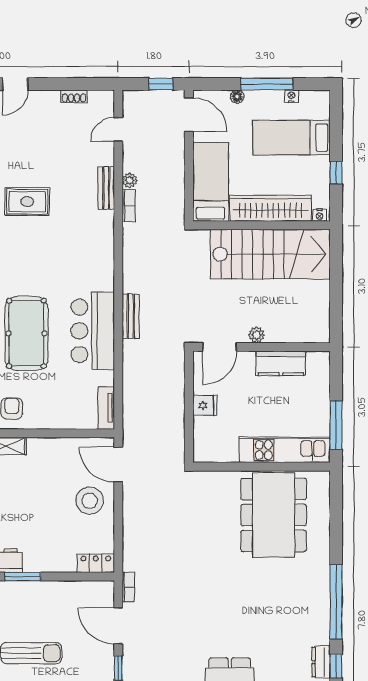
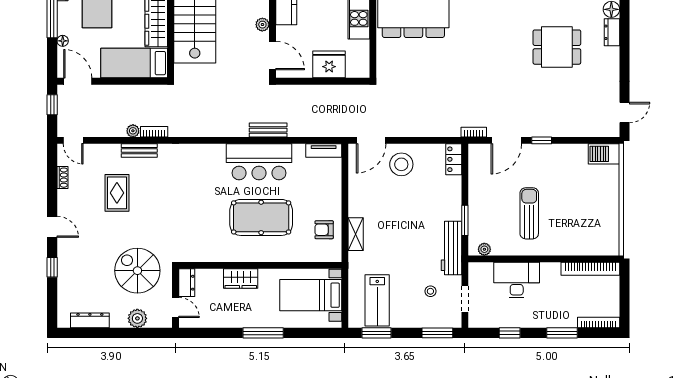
door: (189, 115) -> (78, 81), hinge flipped
door: (118, 129) -> (73, 140), moved
rug: (27, 202) -> (117, 193), moved
bench: (131, 316) -> (268, 130), moved
fridge: (205, 405) -> (329, 64), width x1.88, depth x1.34

